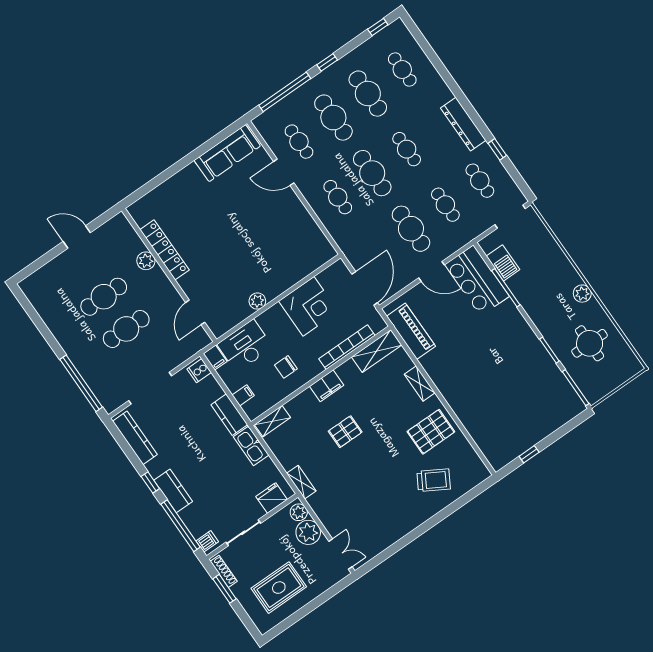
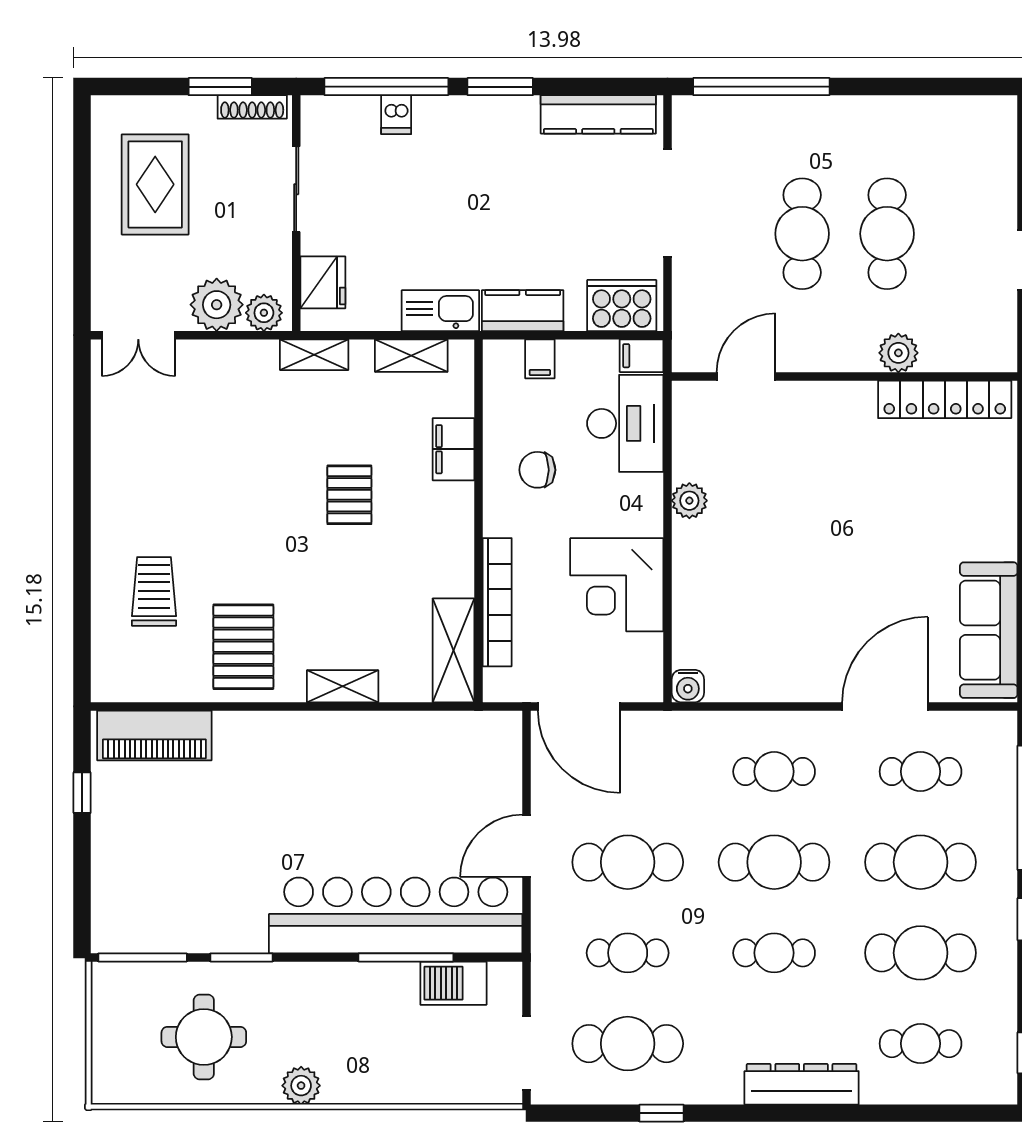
dresser: (463, 124) -> (802, 1084), moved
door: (284, 172) -> (885, 706), width x1.36
cafe table: (480, 181) -> (628, 1044), width x1.37, depth x1.35
locker: (164, 250) -> (945, 399), moved
water cooler: (328, 252) -> (688, 686), added
bar counter: (477, 280) -> (396, 915), width x1.86
door: (195, 312) -> (746, 376), hinge flipped
piano: (411, 331) -> (154, 735), moved
chair: (286, 367) -> (537, 470), turned -90
cooker: (199, 371) -> (622, 305), width x1.87, depth x1.31
filing cabinet: (327, 386) -> (454, 449), moved
shelving: (272, 421) -> (411, 356), moved, turned 90
trolley: (434, 480) -> (154, 591), turned 150
window: (150, 483) -> (500, 87), width x1.50
kitchen counter: (173, 491) -> (457, 117), removed
dishwasher: (207, 541) -> (396, 115), moved

